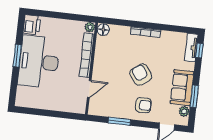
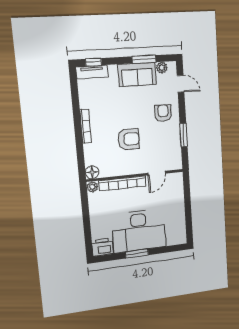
armchair: (141, 75) -> (129, 139), moved, turned -144
door: (89, 89) -> (157, 173), swing flipped

